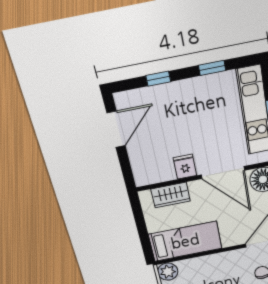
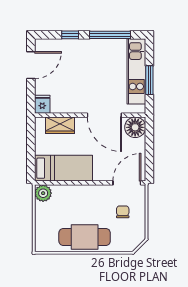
window: (212, 68) -> (110, 35), width x2.17
fridge: (185, 167) -> (42, 104), moved

